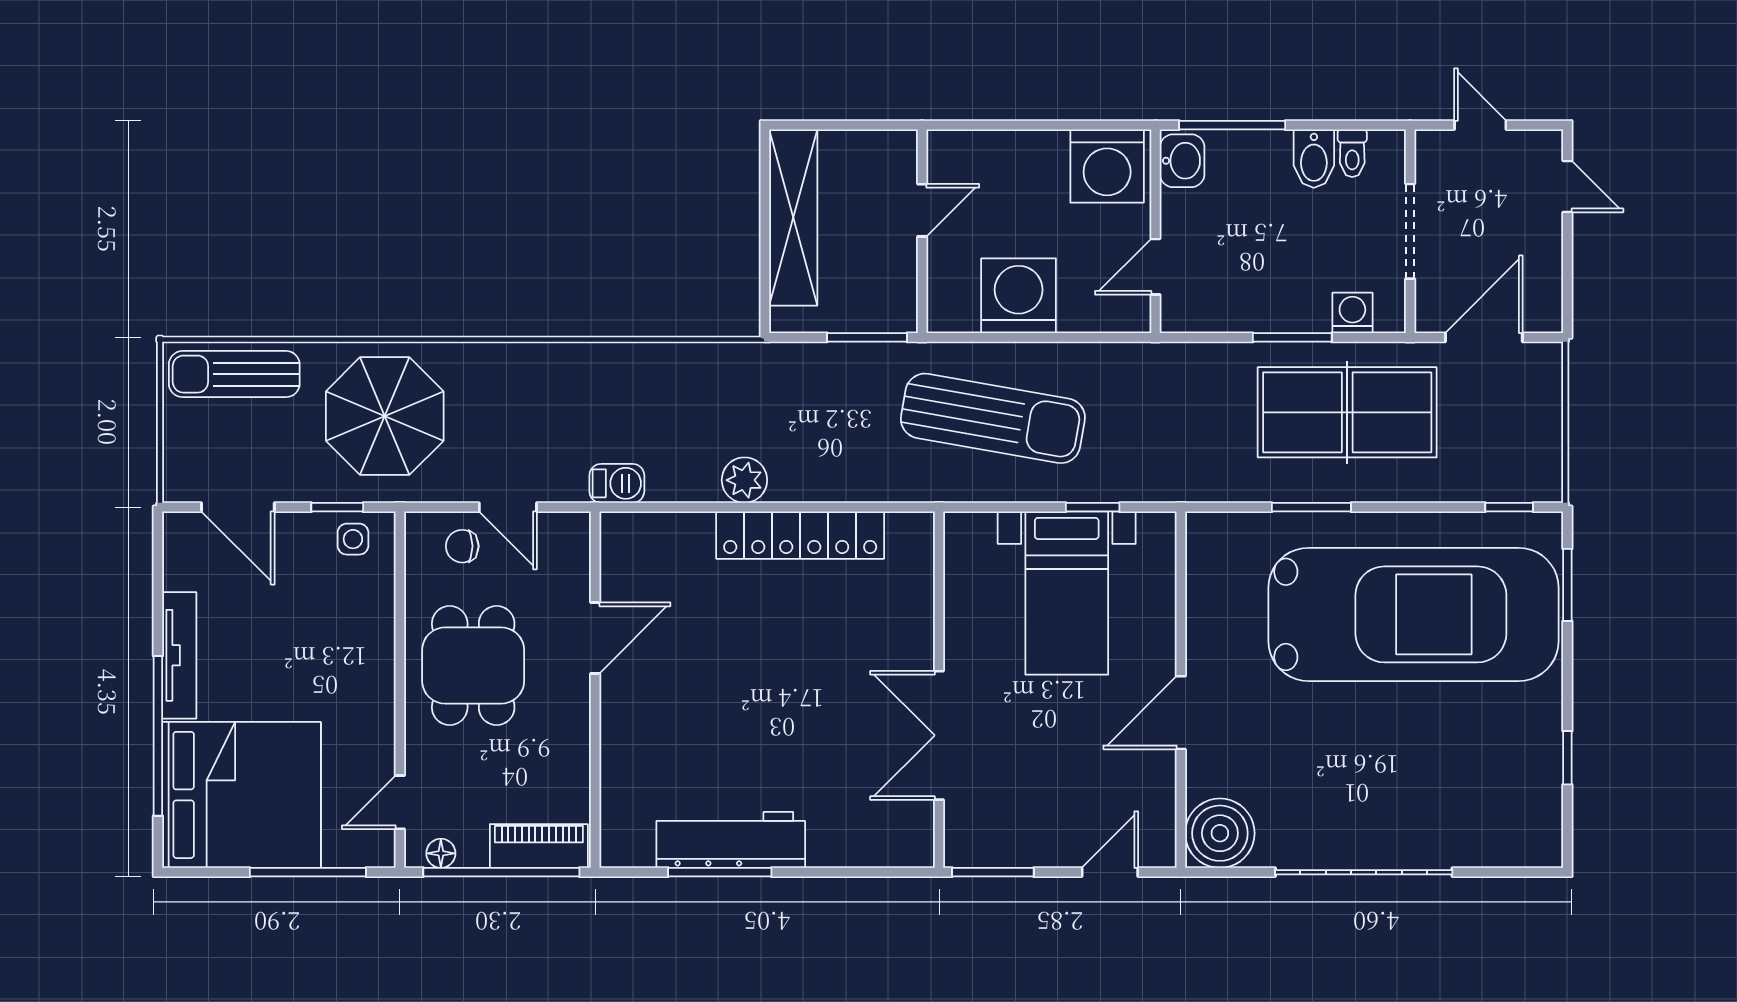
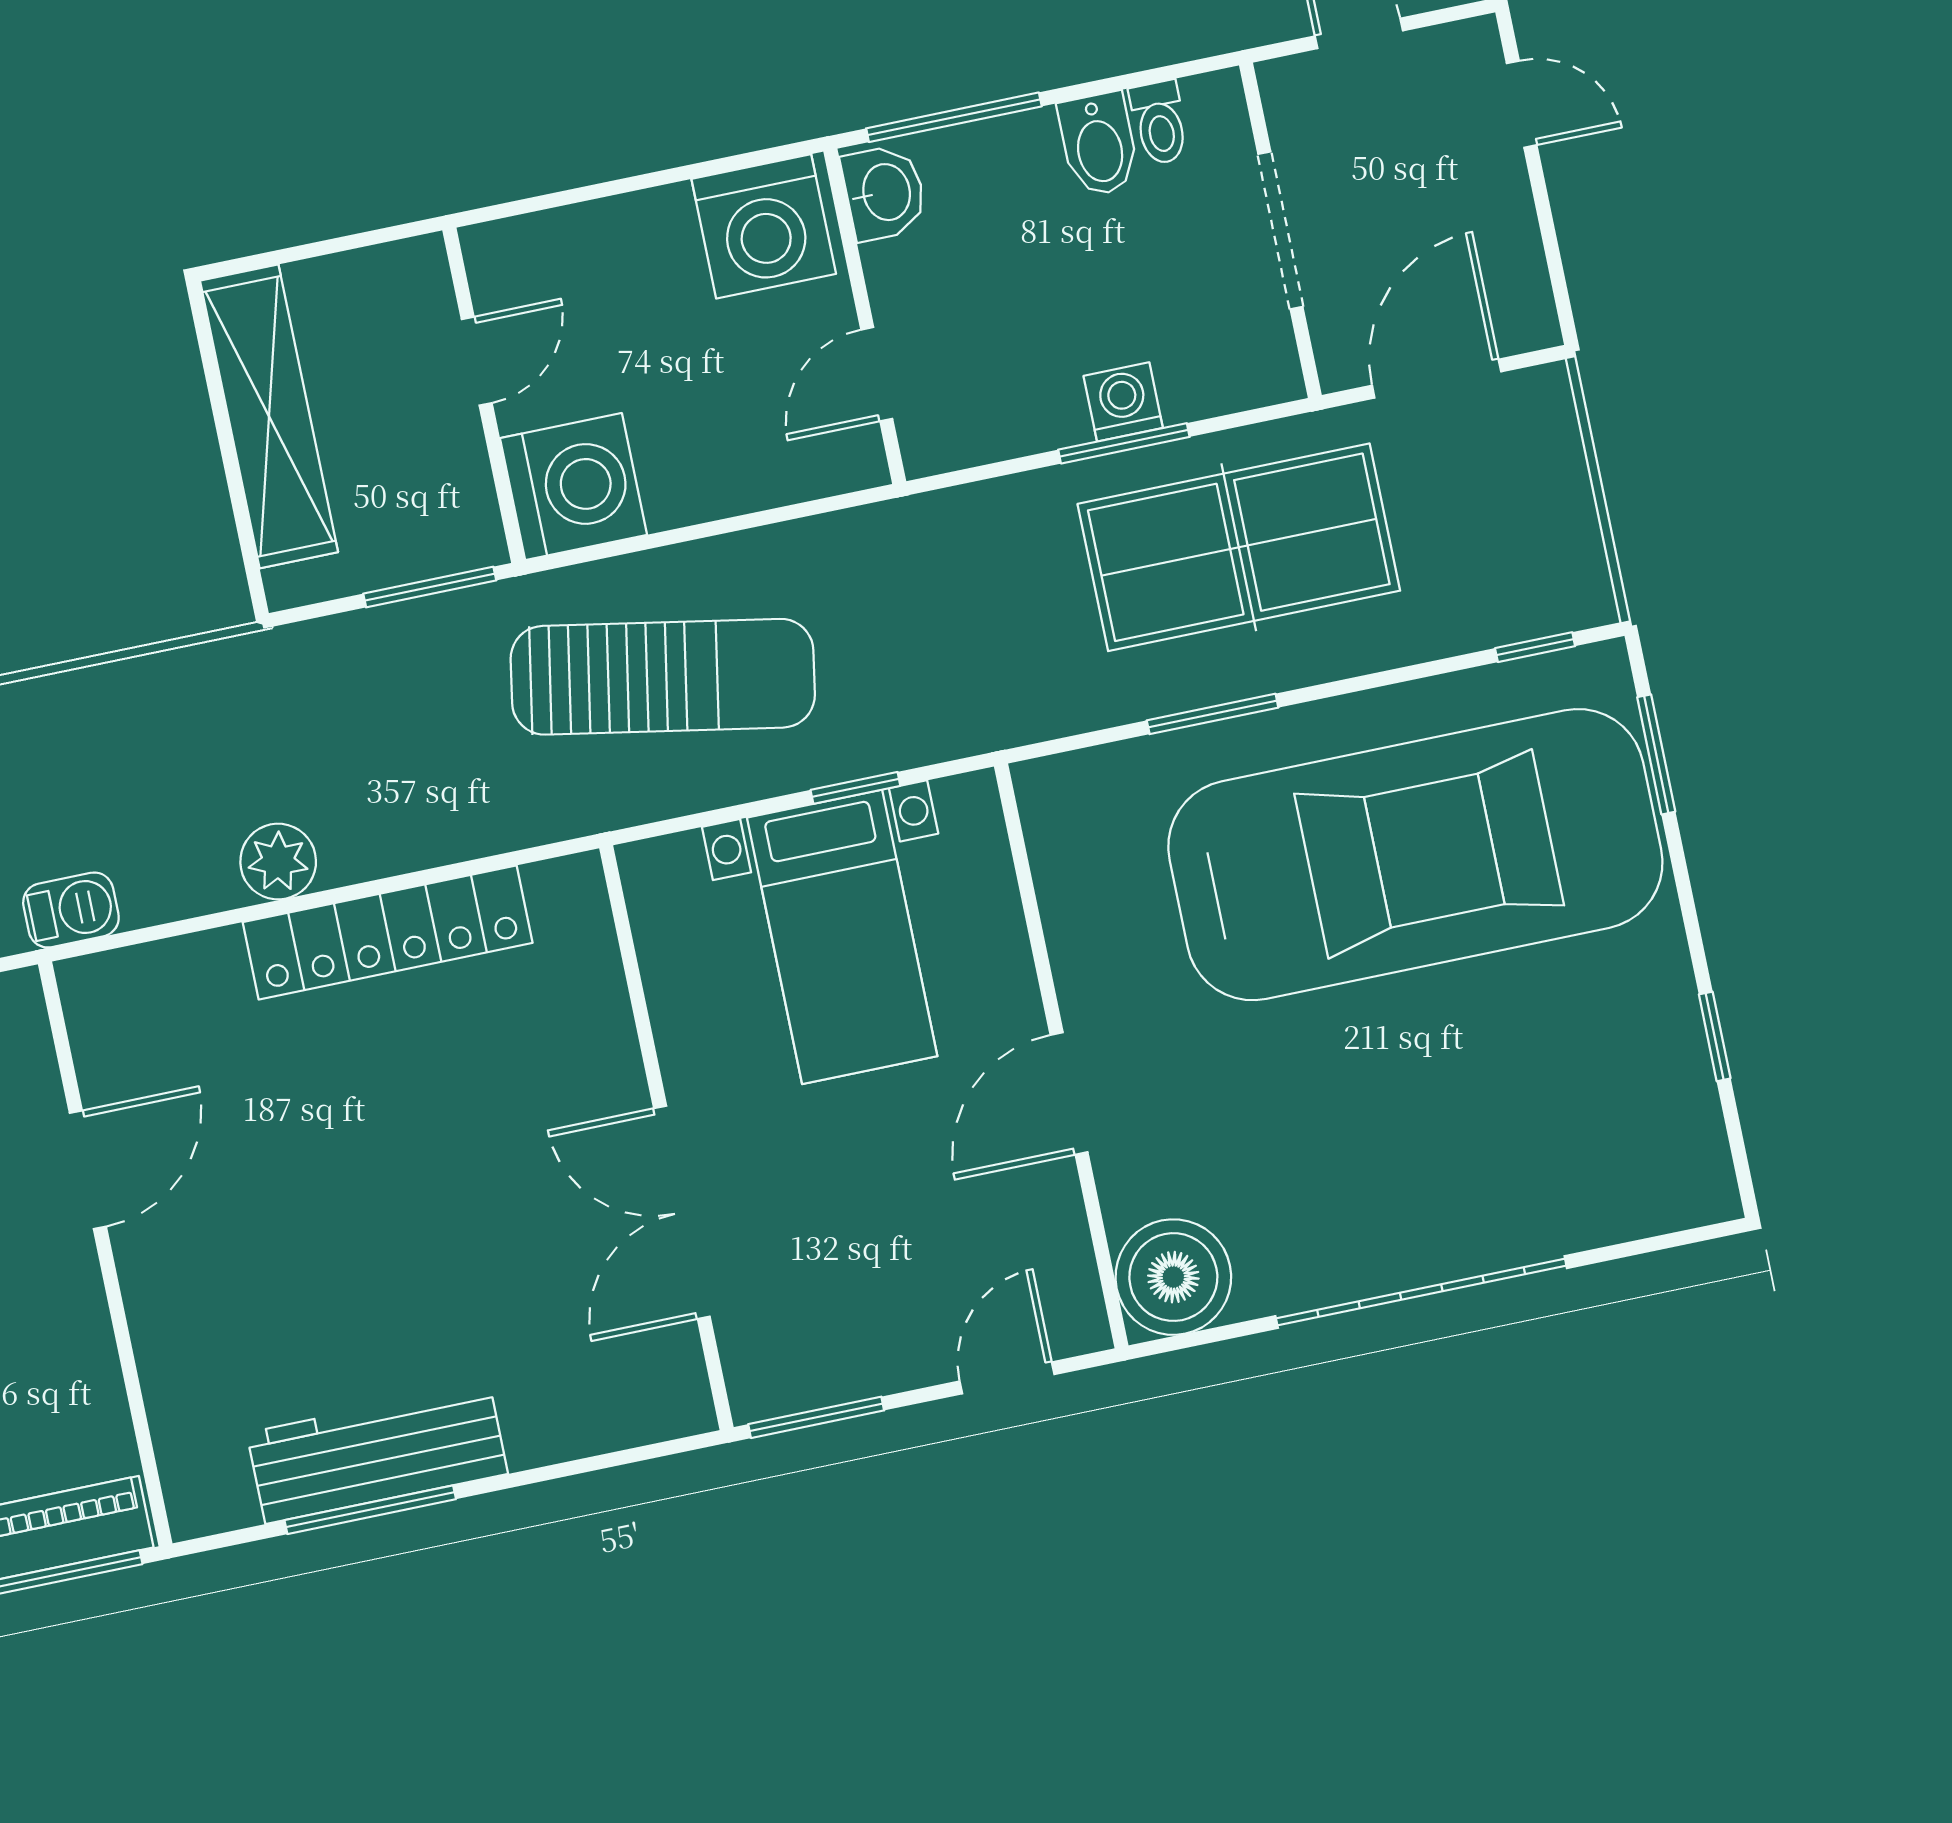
washing machine: (1019, 296) -> (573, 486), moved, turned 90
washing machine: (1352, 313) -> (1123, 402), moved

